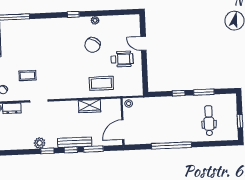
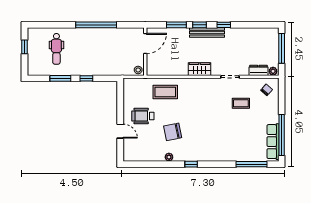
chair: (93, 45) -> (173, 132), turned -133
wardrobe: (90, 106) -> (200, 69), moved
bench: (75, 142) -> (207, 33), moved
plant: (40, 143) -> (231, 33), removed

